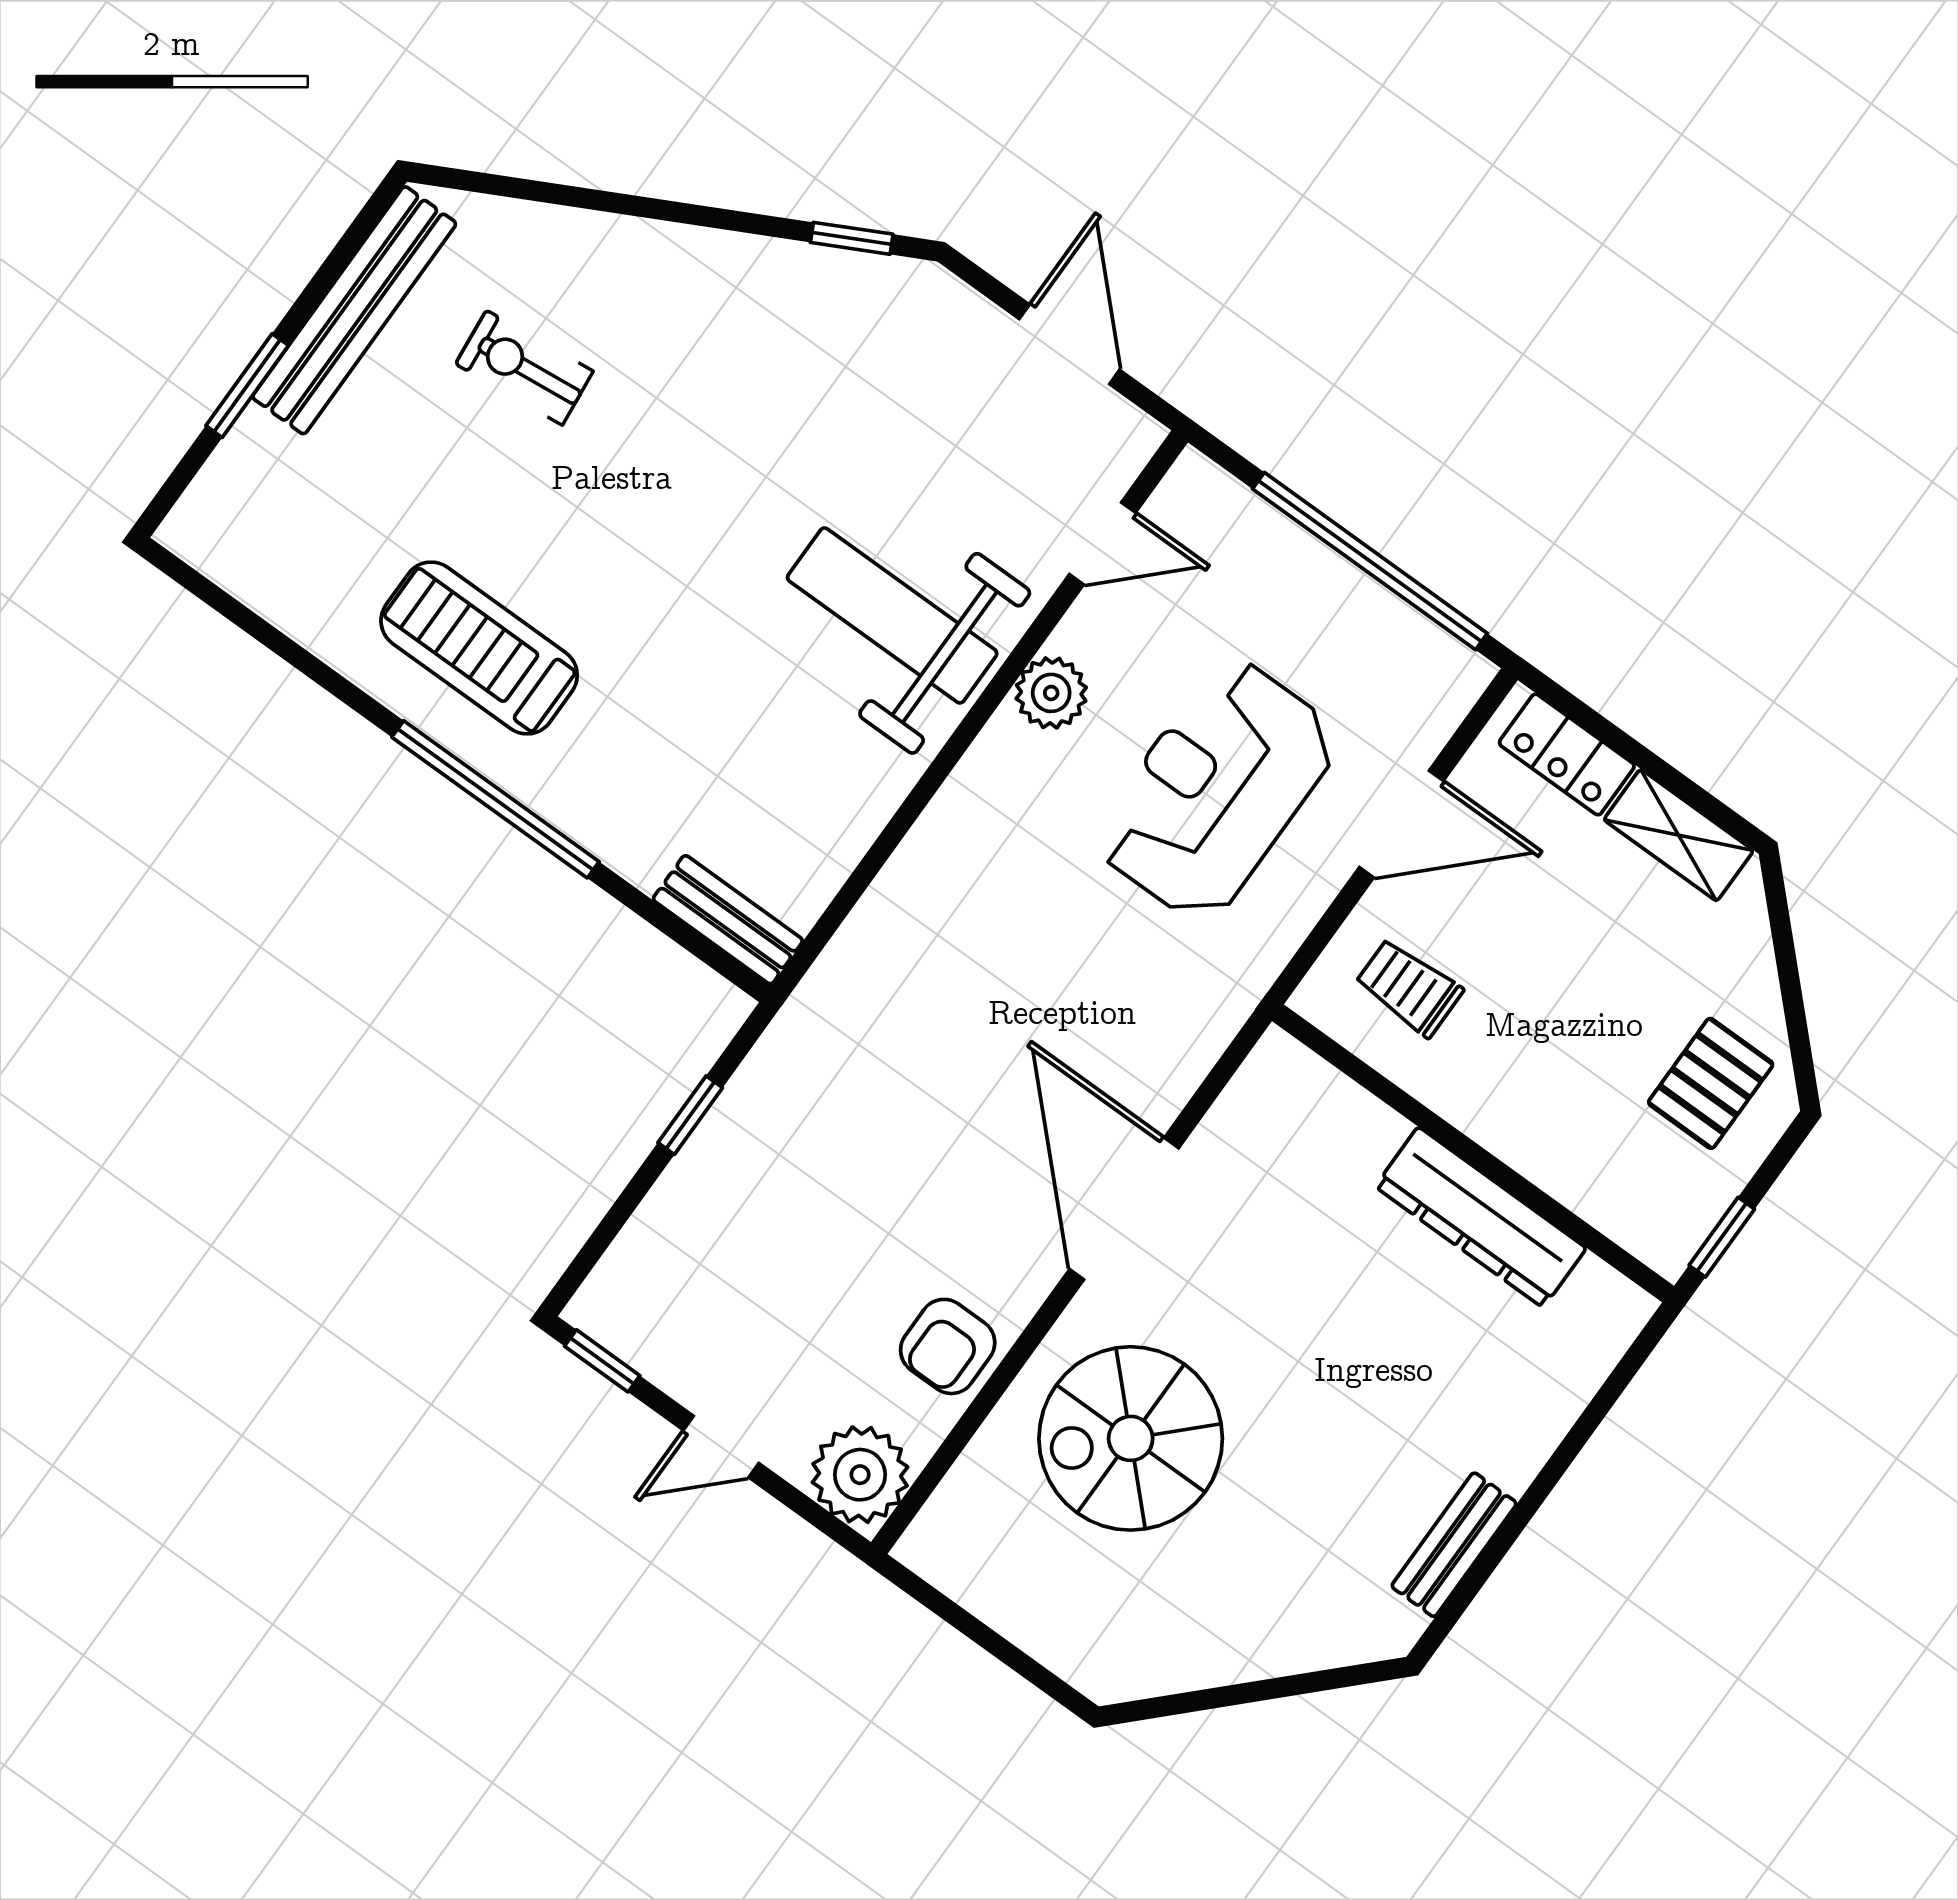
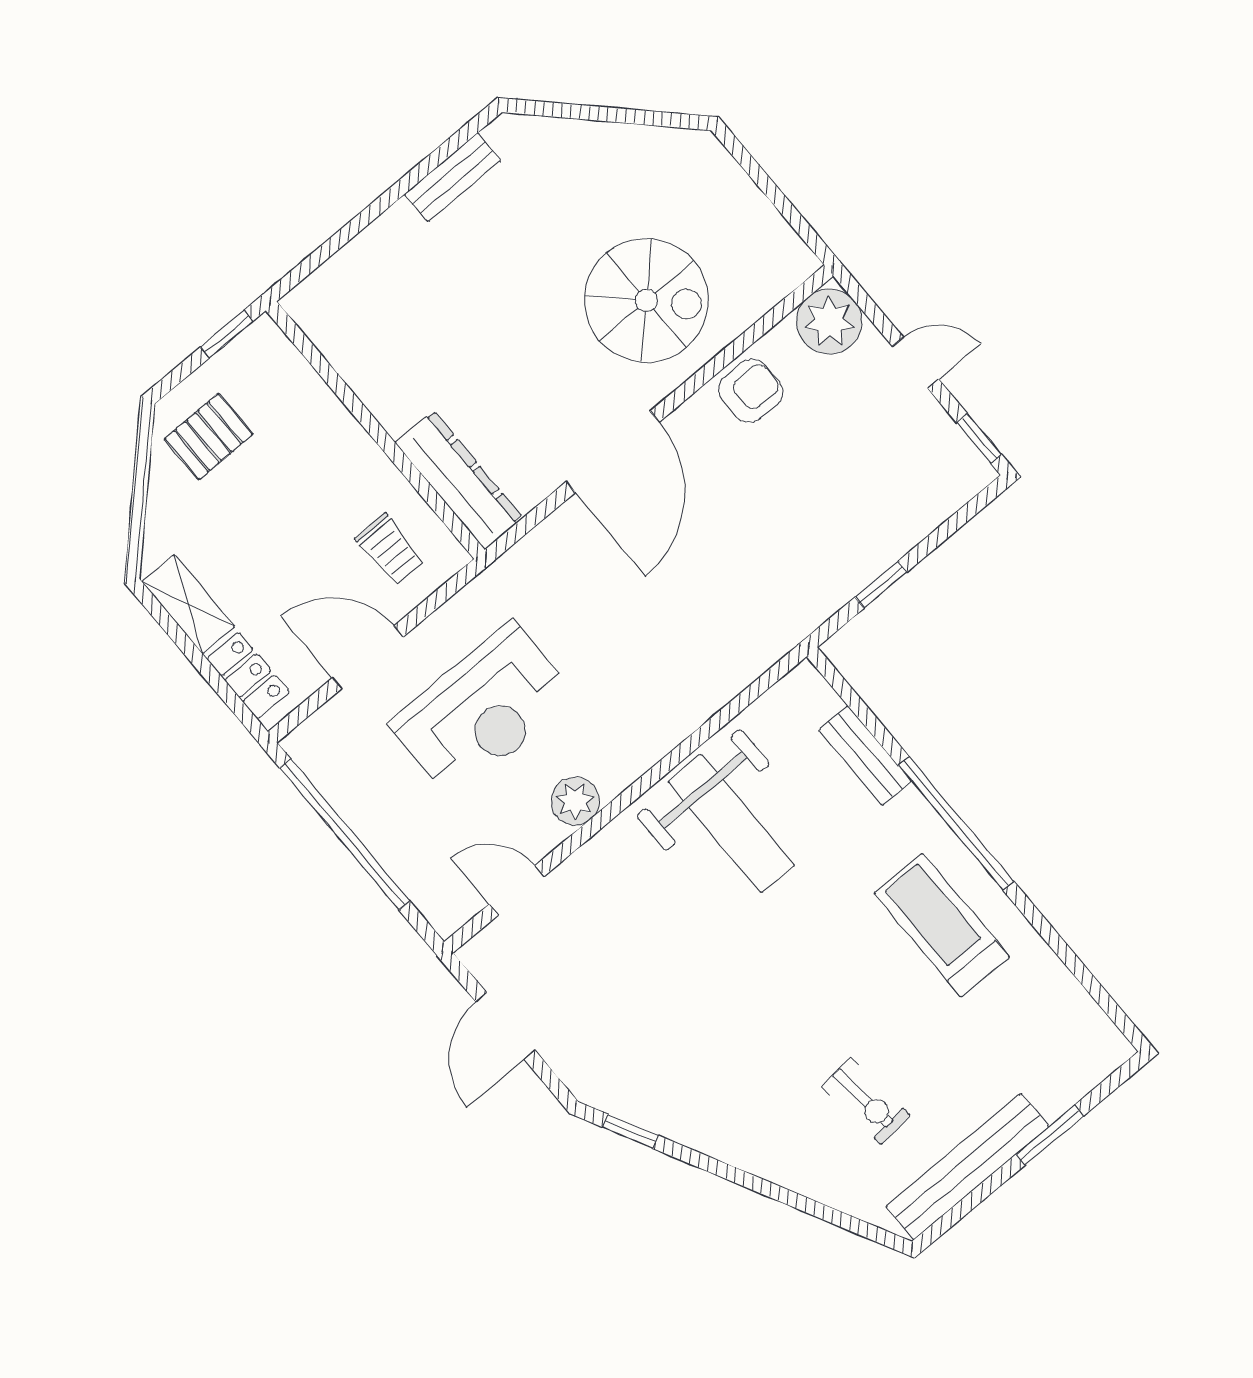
weight bench: (892, 615) -> (731, 823), moved
treadmill: (479, 648) -> (942, 925), turned 180
bench: (728, 920) -> (865, 755), moved
dresser: (1481, 1217) -> (459, 480), moved

